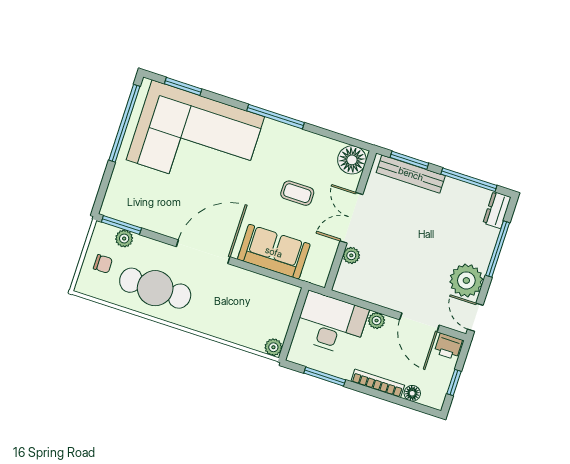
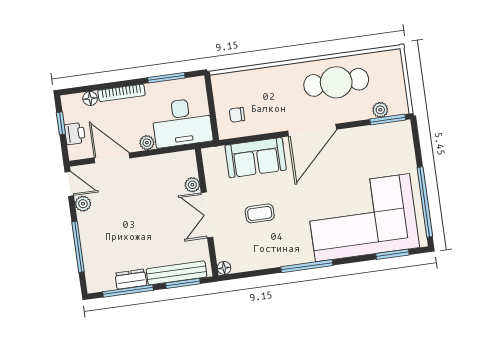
floor lamp: (352, 160) -> (224, 268), width x0.53, depth x0.53
dresser: (497, 210) -> (131, 279), moved, turned -90
double door: (351, 218) -> (207, 215), swing flipped
chair: (103, 264) -> (237, 115), moved
plant: (466, 280) -> (83, 204), width x0.53, depth x0.53
printer: (448, 346) -> (75, 134), moved, turned 90
plant: (273, 347) -> (219, 81), removed

